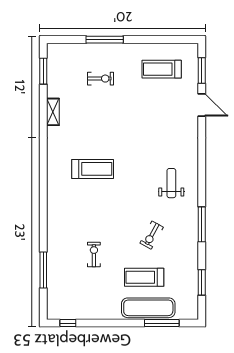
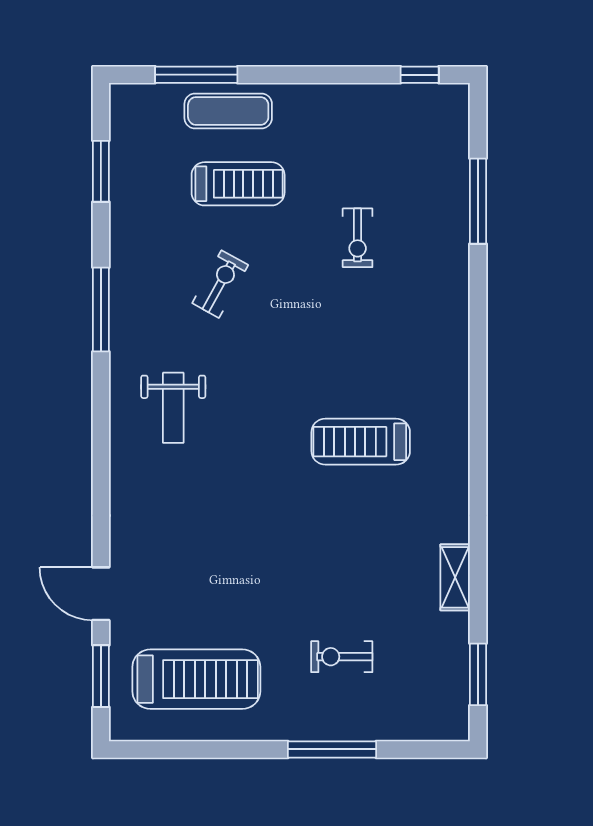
treadmill: (162, 69) -> (196, 679), width x1.37, depth x1.38
exercise mat: (148, 308) -> (228, 111), width x0.73, depth x0.69

